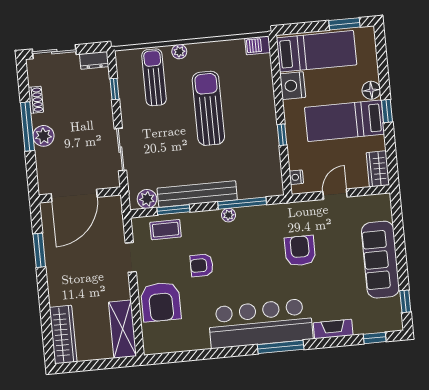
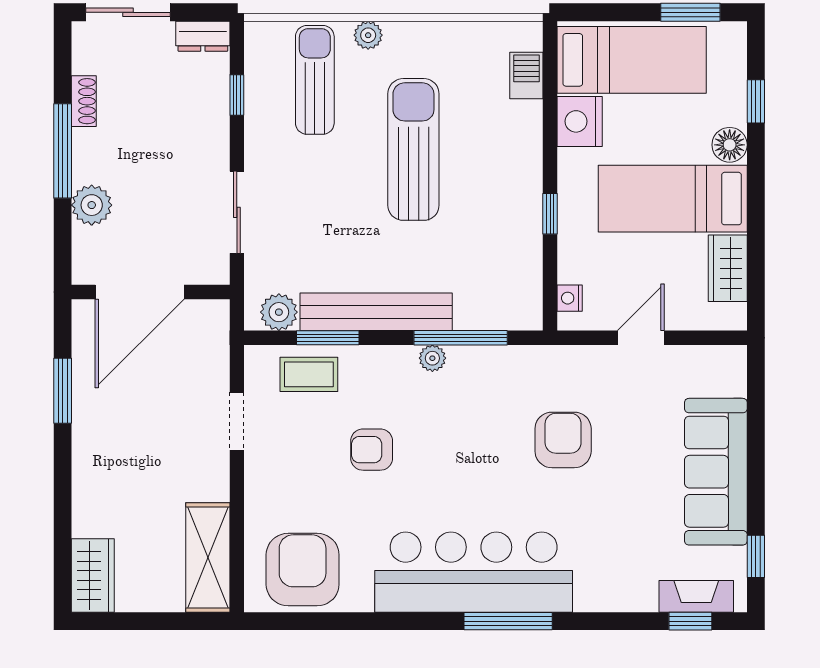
barbecue: (258, 45) -> (526, 75), moved, turned 90
window: (387, 111) -> (756, 101), moved
plant: (43, 136) -> (92, 205), moved
wardrobe: (378, 169) -> (728, 268), moved
armchair: (161, 302) -> (303, 570), moved, turned 180
fireplace: (333, 329) -> (696, 596), moved
wardrobe: (63, 335) -> (93, 575), width x0.67

